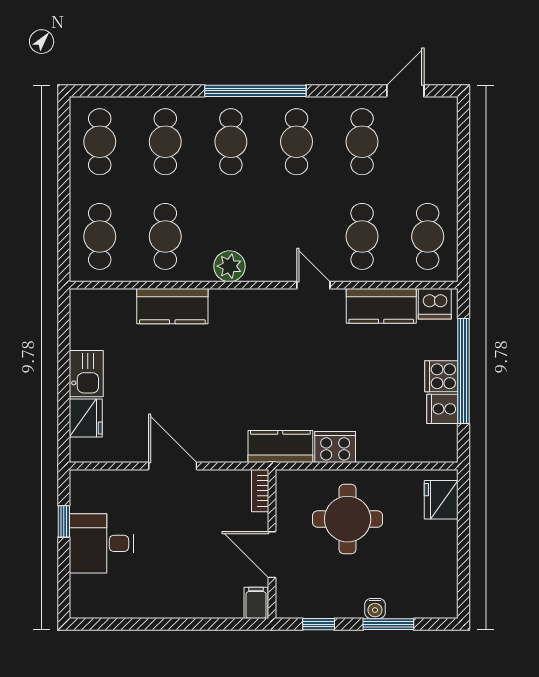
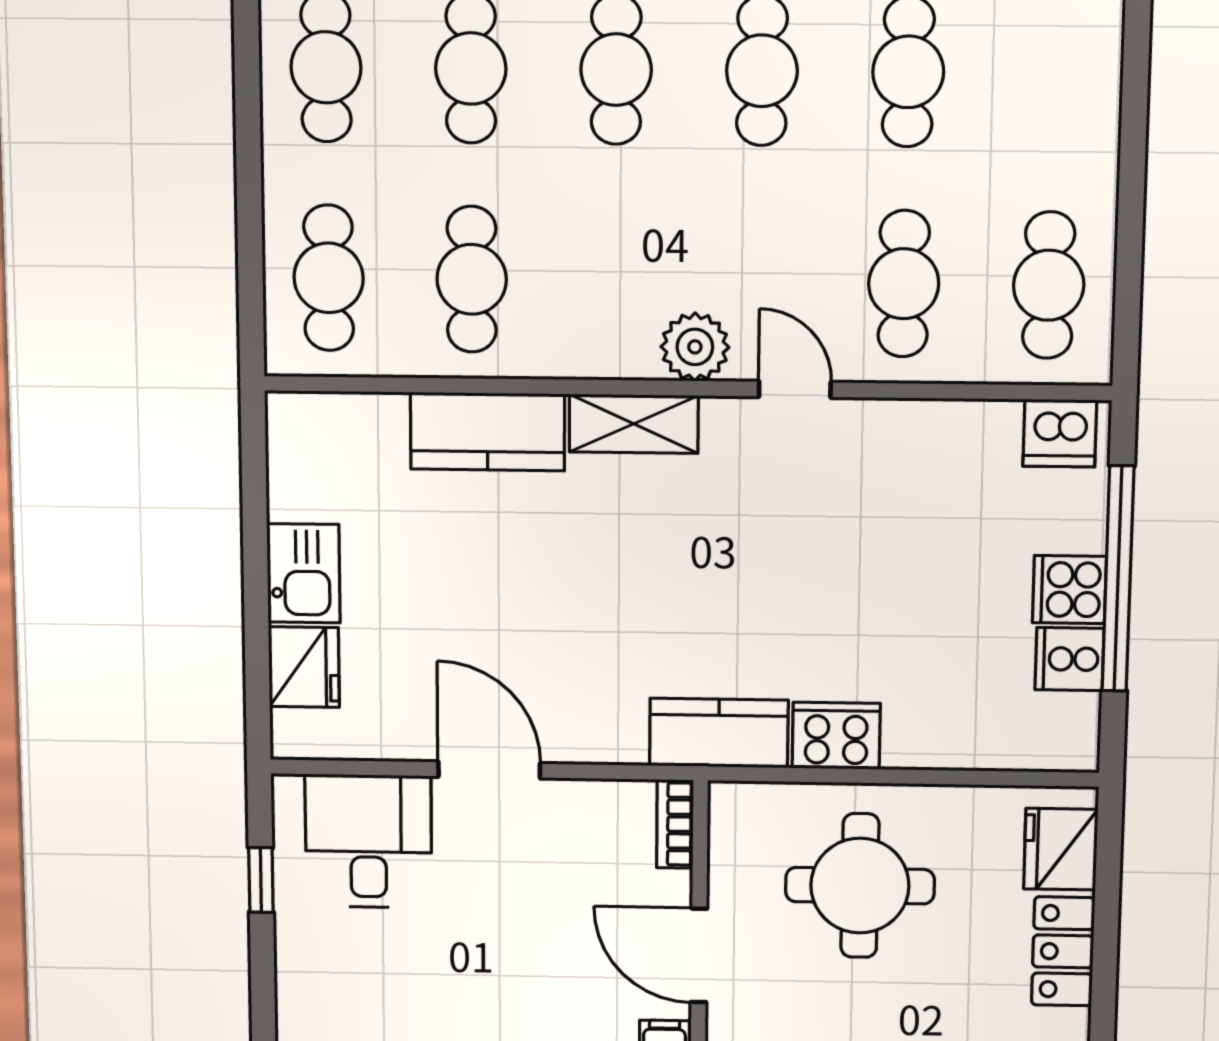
plant: (229, 266) -> (695, 347), moved
shelving: (240, 302) -> (634, 424), added
kitchen counter: (381, 306) -> (942, 436), removed
desk: (102, 543) -> (368, 841), moved, turned 90
locker: (444, 549) -> (1063, 951), added

